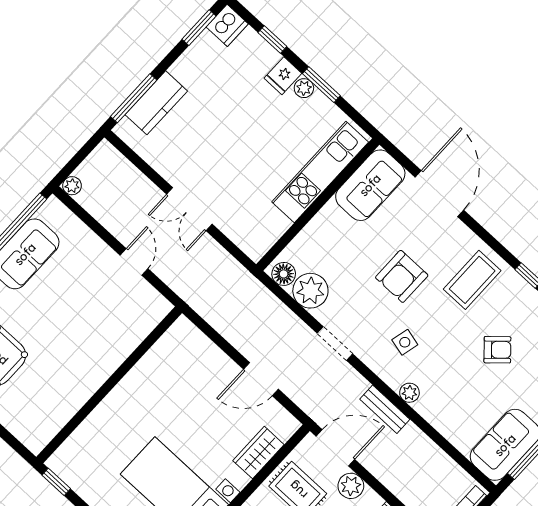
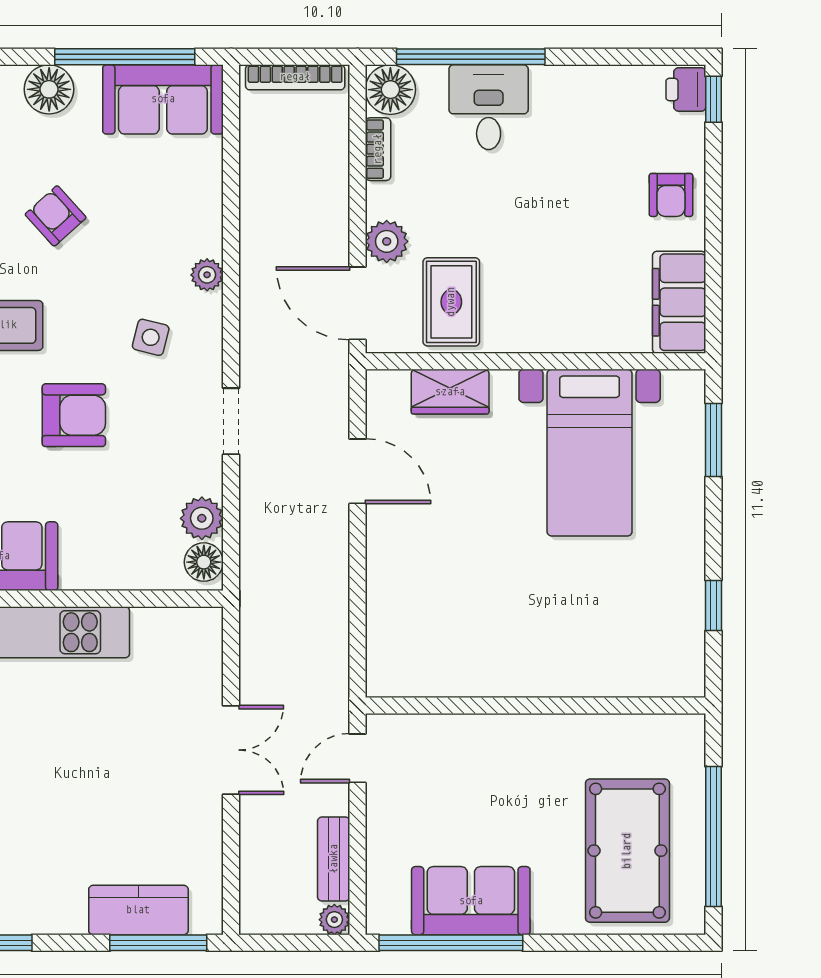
plant: (310, 291) -> (202, 518), width x0.73, depth x0.73
wall: (109, 385) -> (536, 705), moved
bench: (385, 409) -> (334, 859), moved

